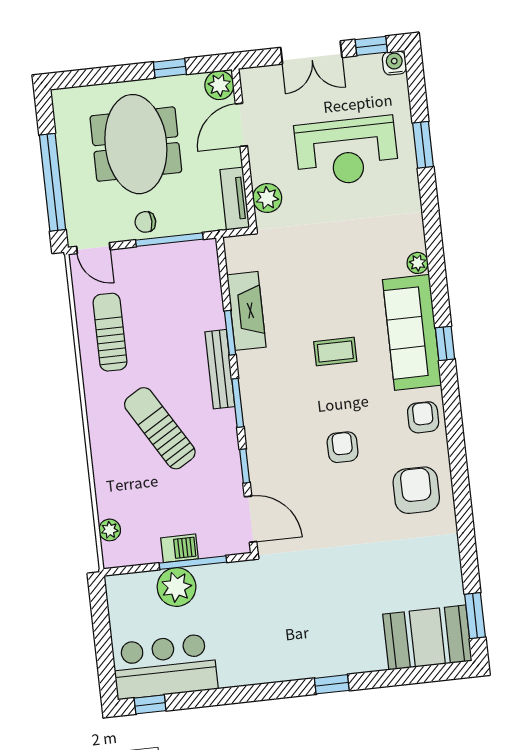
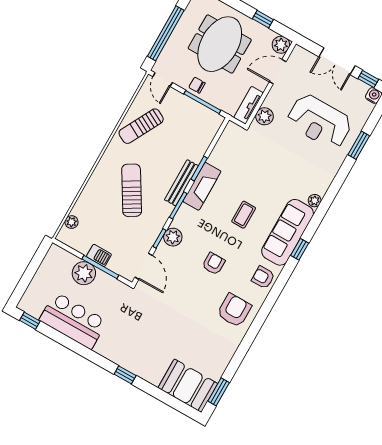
fireplace: (246, 311) -> (202, 186), moved
sun lounger: (110, 332) -> (141, 126), turned -152
coffee table: (335, 352) -> (244, 215), turned 90
armchair: (423, 417) -> (263, 277), turned -90
plant: (261, 451) -> (173, 237), added
bar counter: (165, 666) -> (73, 321), moved

